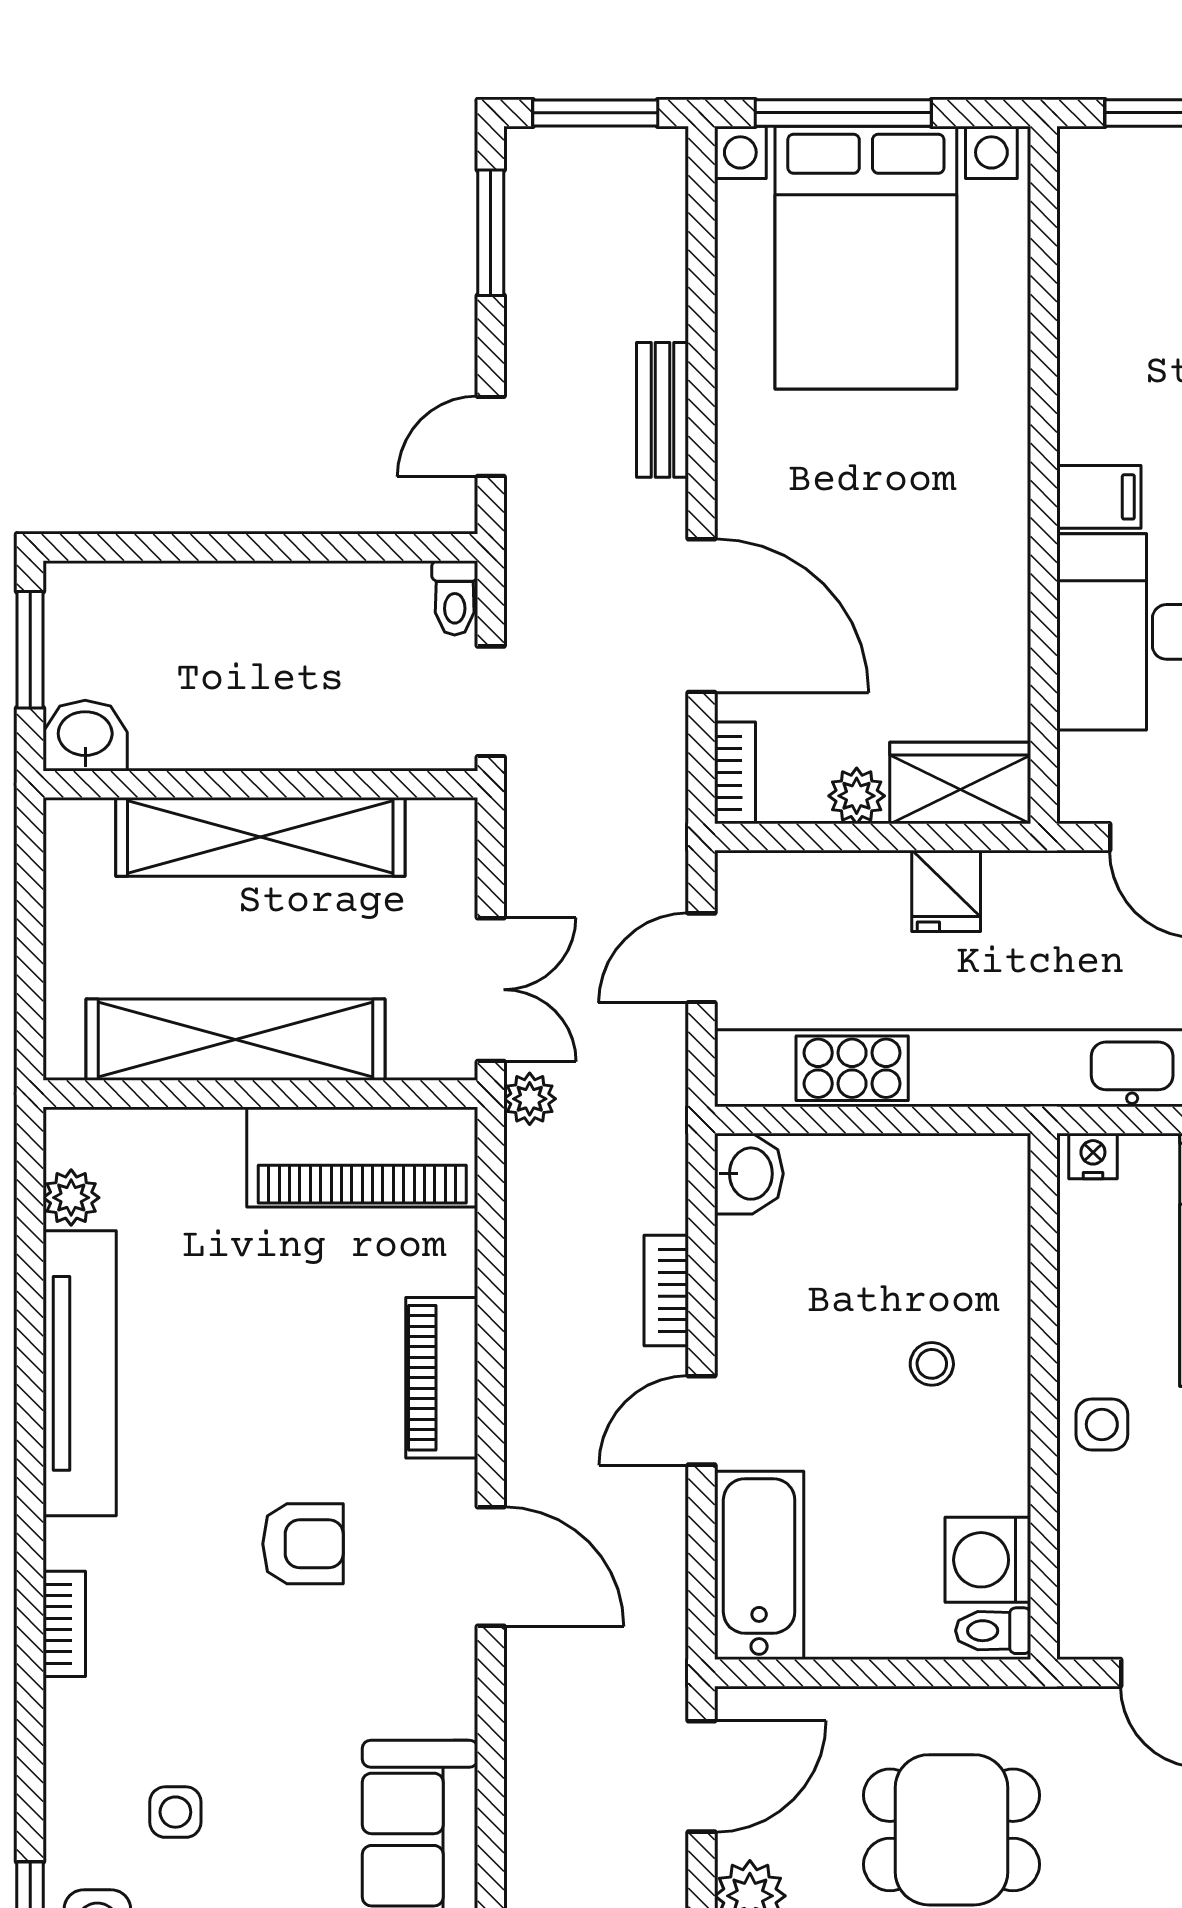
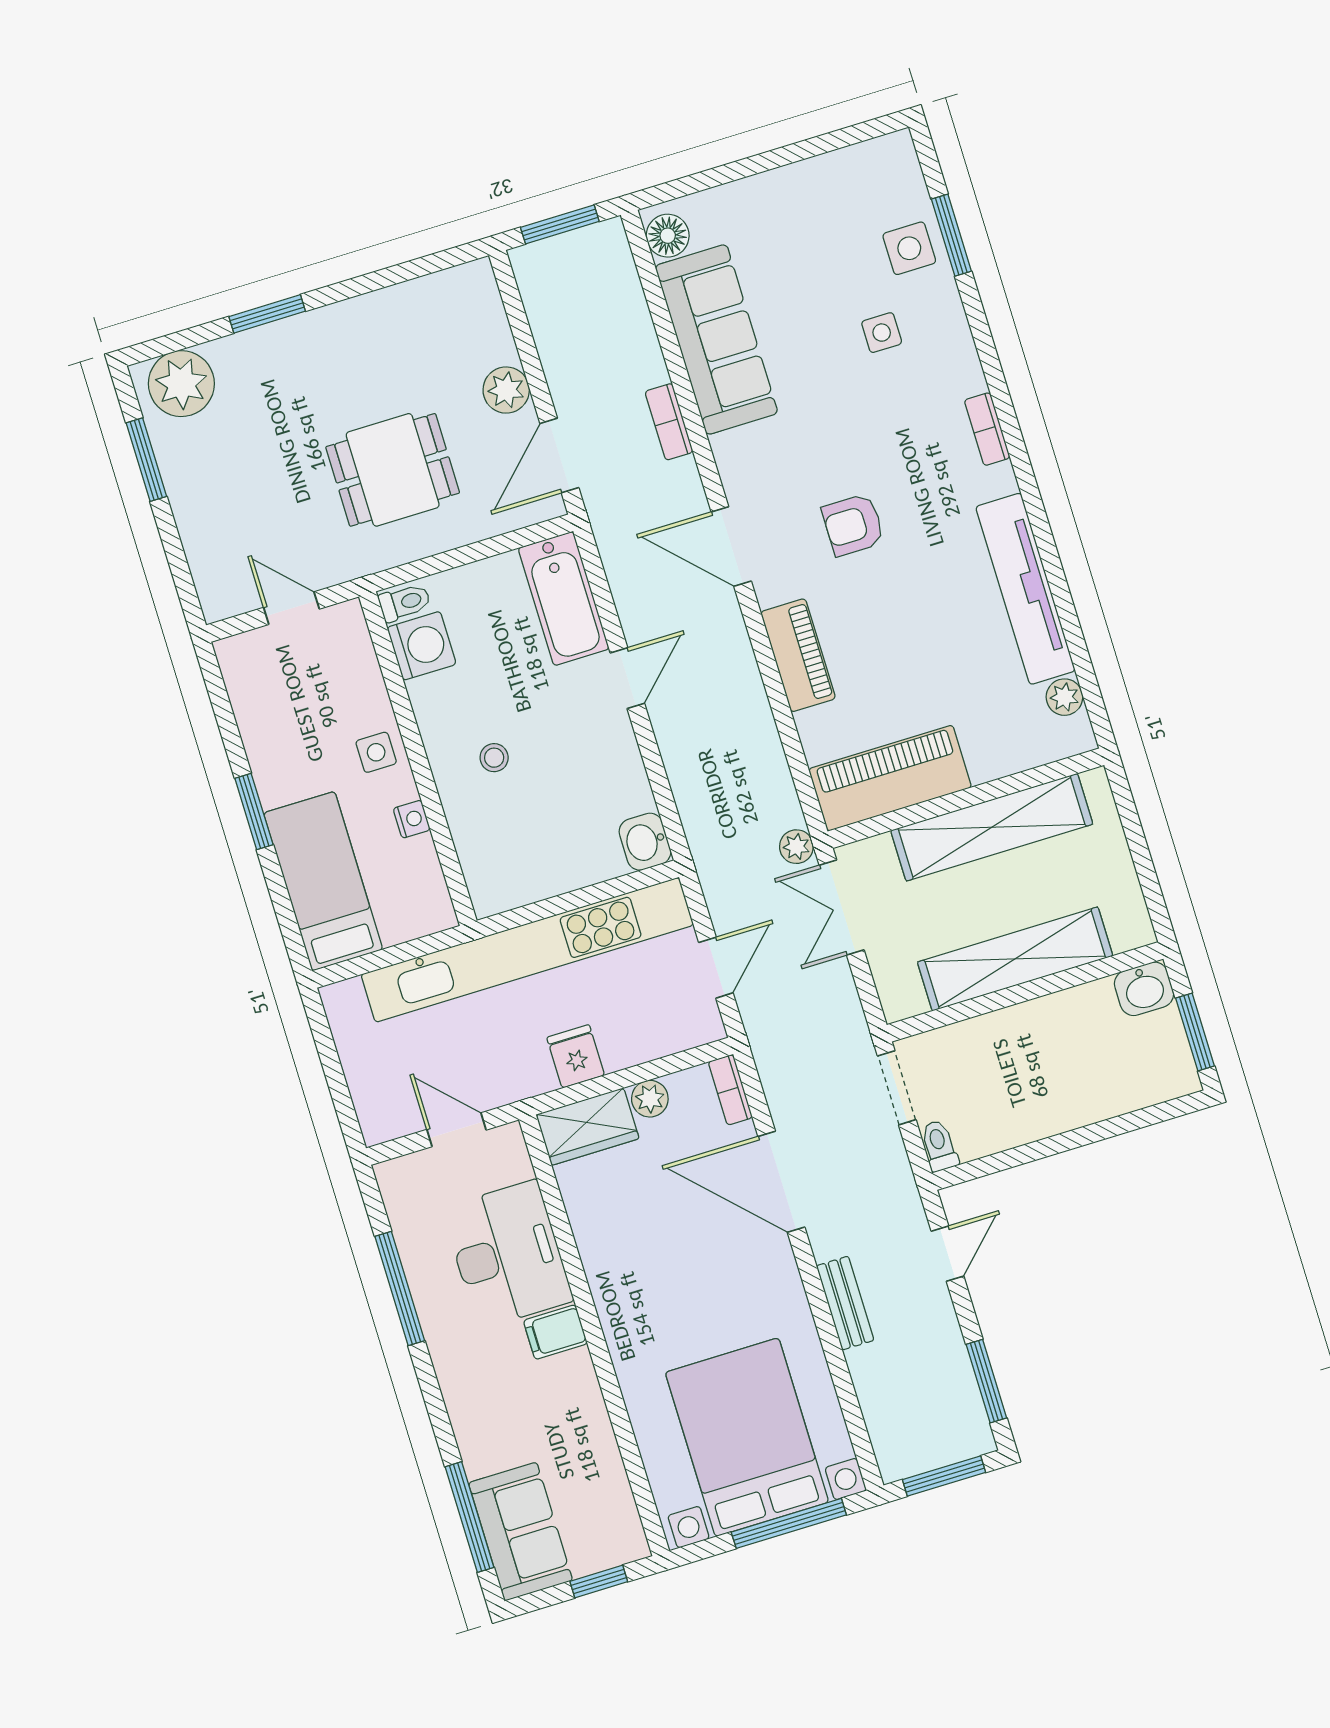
nightstand: (1093, 1156) -> (412, 819), moved, turned -90
bookcase: (666, 1290) -> (669, 422), moved, turned 180

